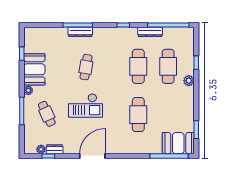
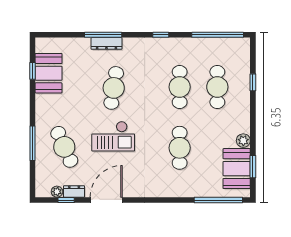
dresser: (150, 32) -> (195, 44), removed
cafe table: (86, 67) -> (114, 88), width x1.37, depth x1.35
booth: (34, 69) -> (49, 73), moved
plant: (189, 81) -> (243, 141), moved
plant: (28, 90) -> (41, 117), removed
cafe table: (47, 114) -> (64, 147), width x1.37, depth x1.35
booth: (178, 143) -> (237, 169), moved, turned 90
door: (92, 156) -> (106, 200), moved

